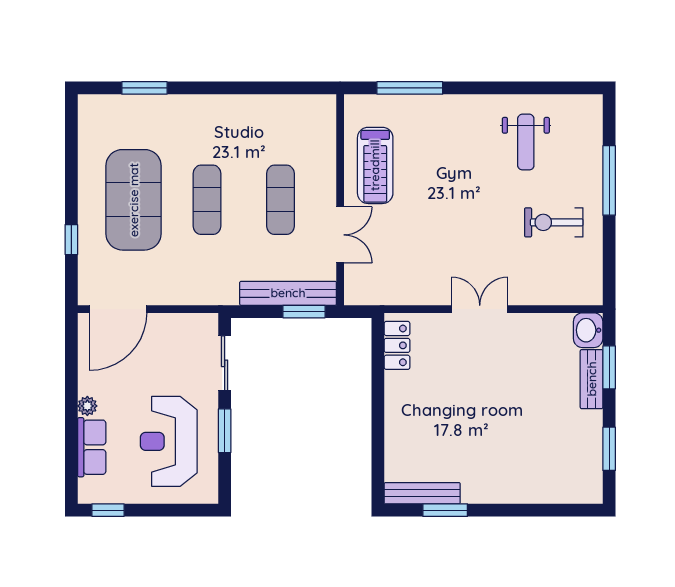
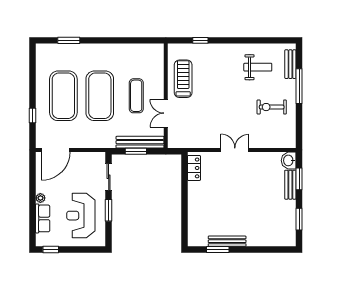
window: (410, 88) -> (200, 40), width x0.46
bench: (592, 136) -> (290, 64), added
weight bench: (526, 142) -> (258, 67), turned -90
treadmill: (375, 165) -> (183, 79), turned 180
exercise mat: (207, 200) -> (100, 96), width x2.00, depth x1.45
double door: (340, 235) -> (166, 113), swing flipped
window: (304, 312) -> (136, 151), moved
bench: (422, 493) -> (227, 241), moved

